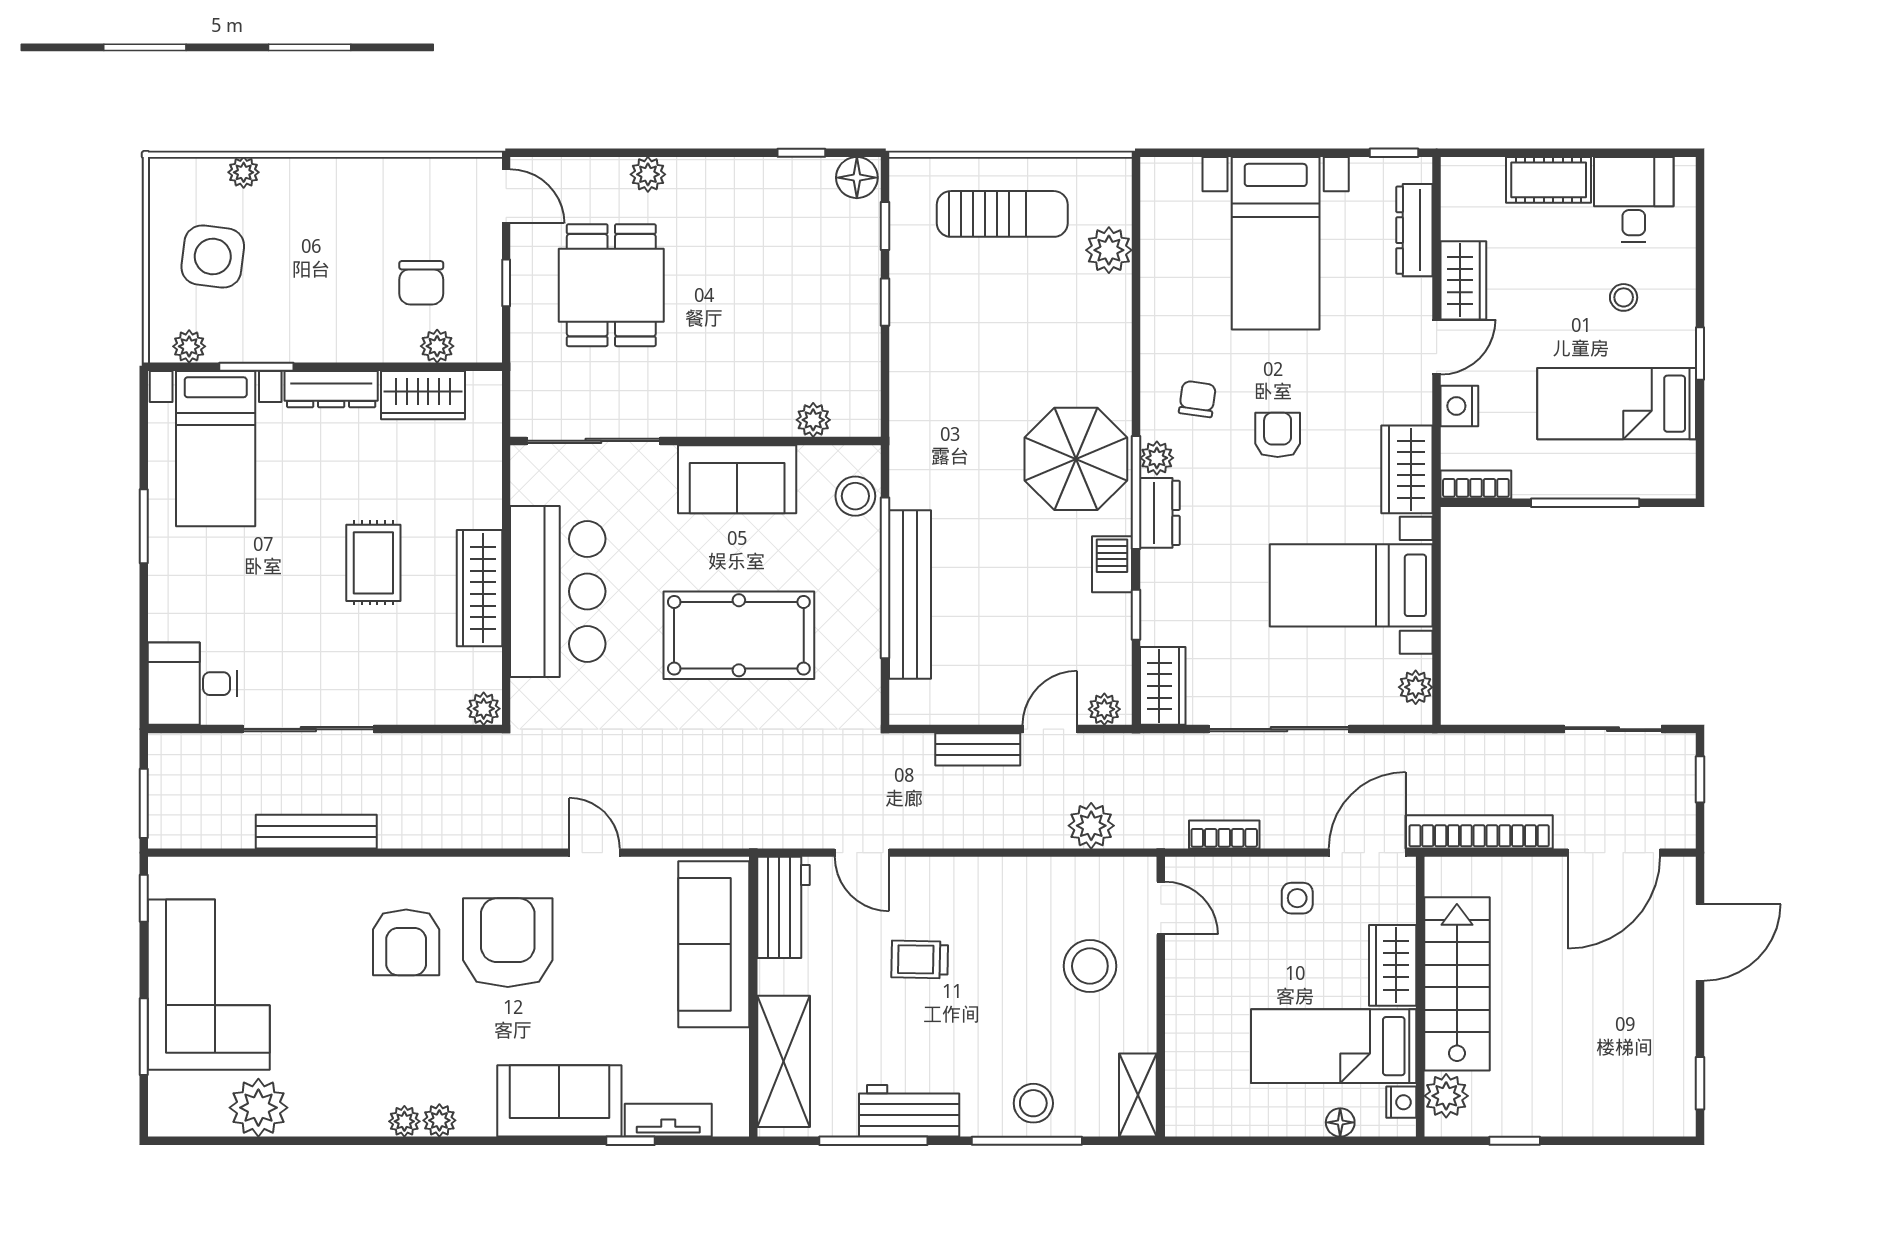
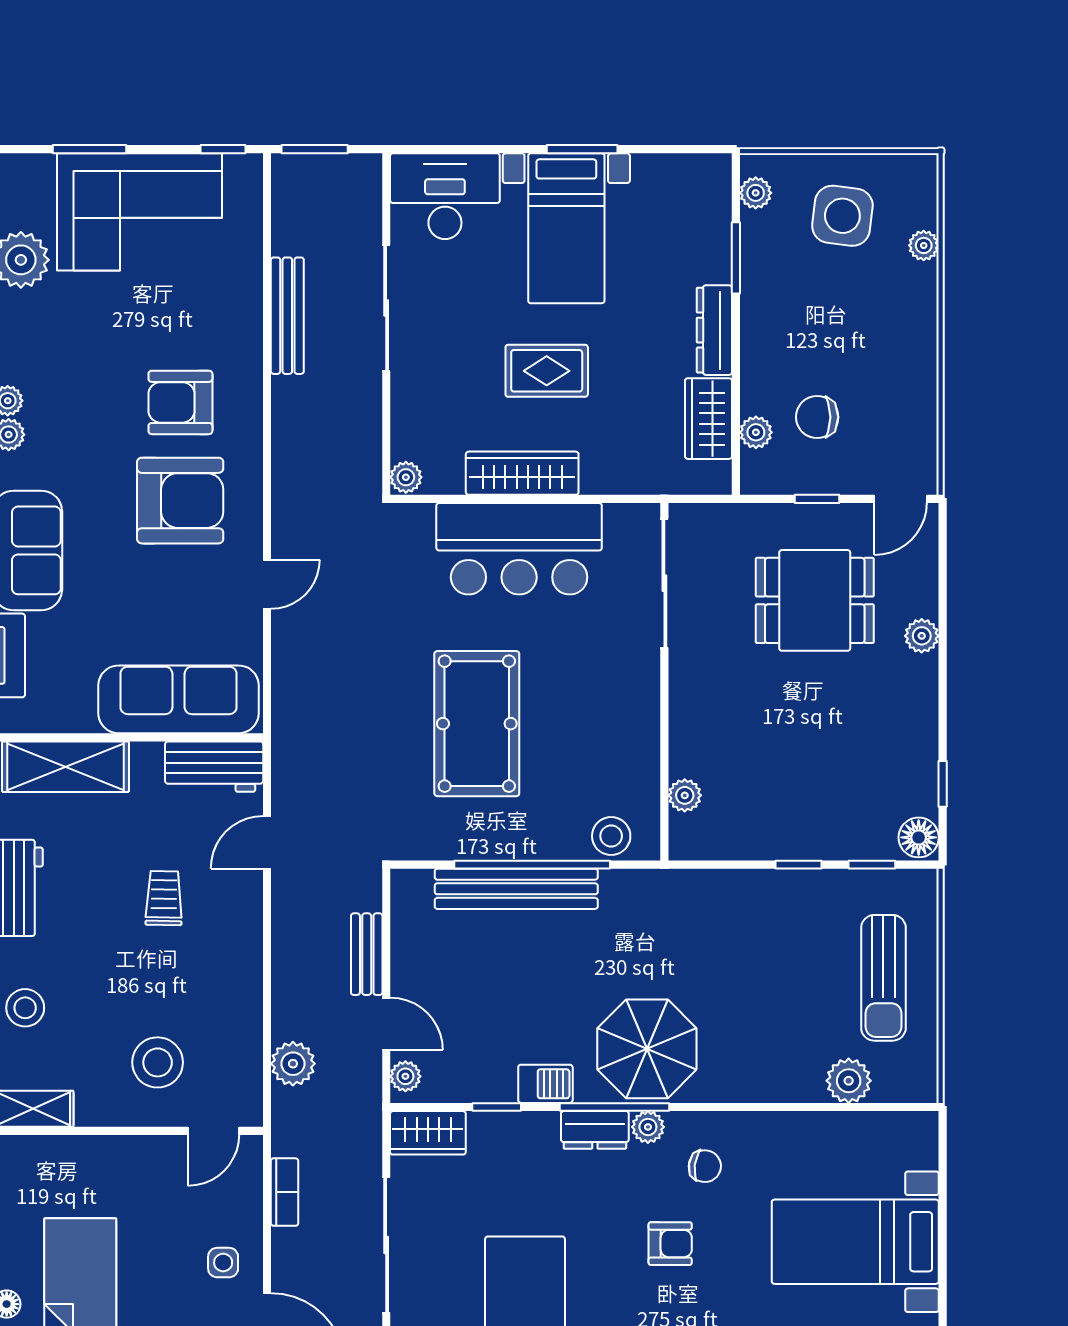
bed with nightstands: (216, 449) -> (566, 228), moved, turned -90
sofa: (737, 479) -> (627, 722), removed
desk: (193, 684) -> (445, 196), width x1.37

